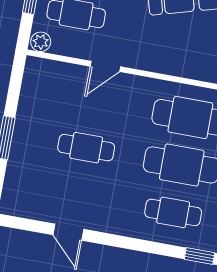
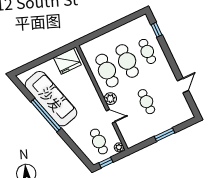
plant: (137, 88) -> (110, 99), added

